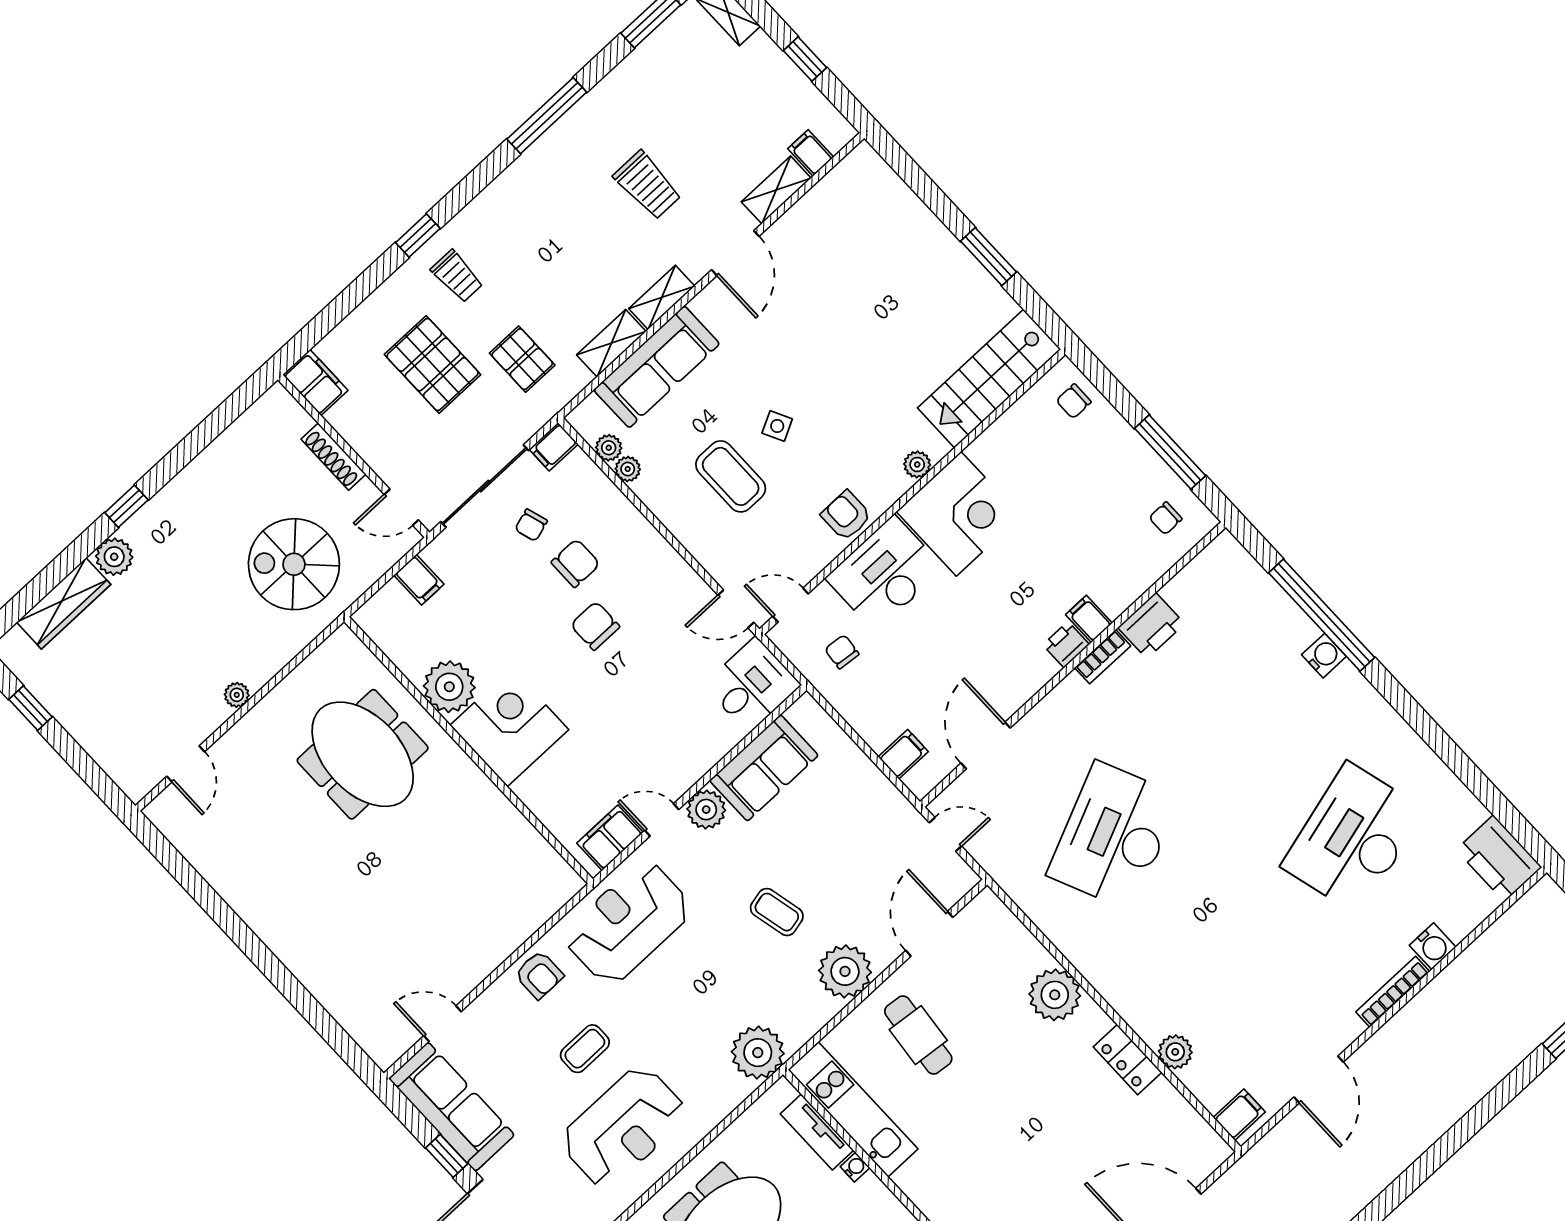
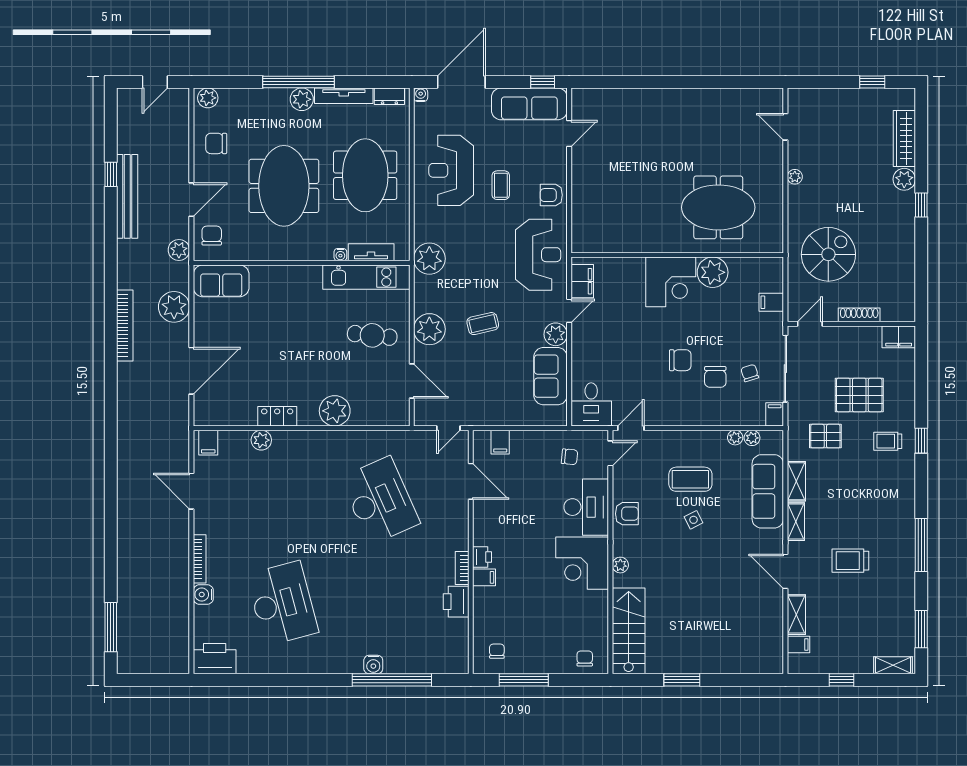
window: (447, 1156) -> (543, 82), moved

